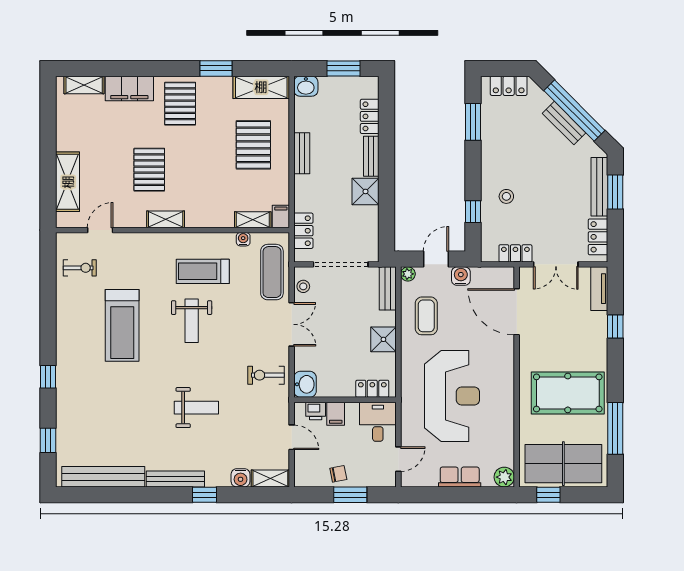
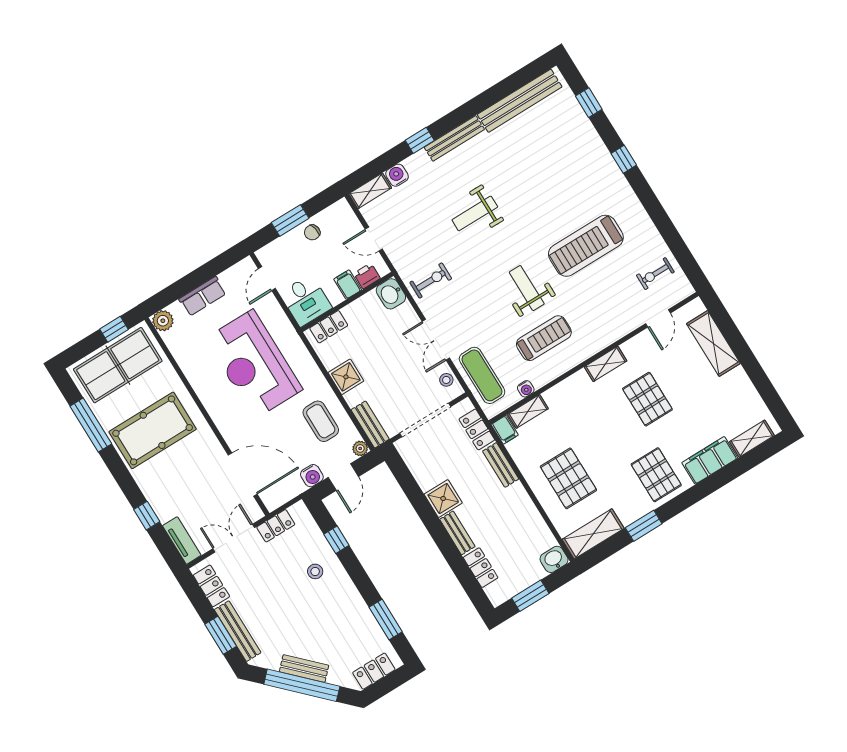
bench: (302, 153) -> (501, 465), moved
treadmill: (122, 325) -> (586, 246), turned -90

